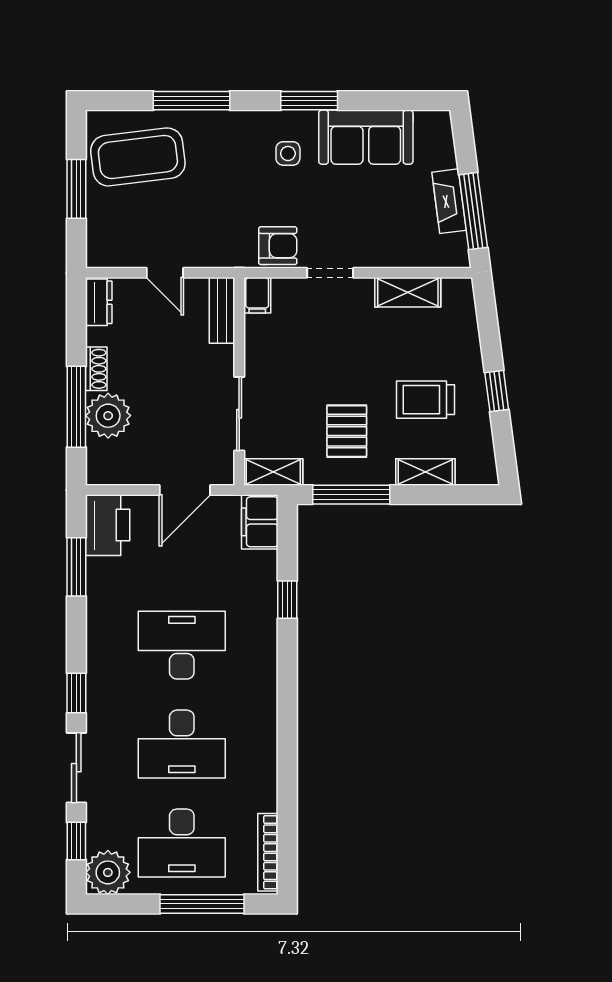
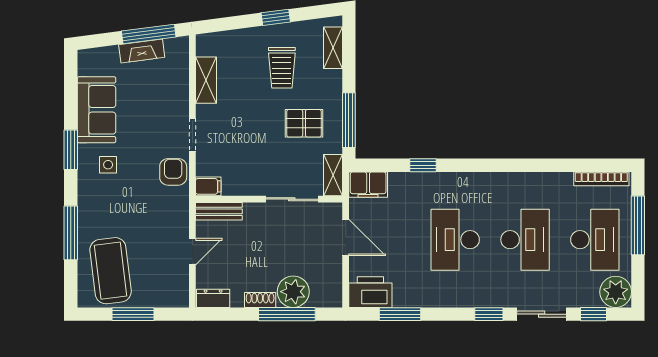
shelving: (425, 472) -> (333, 48), moved

